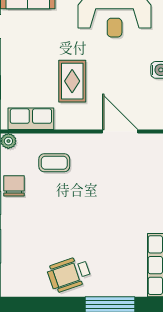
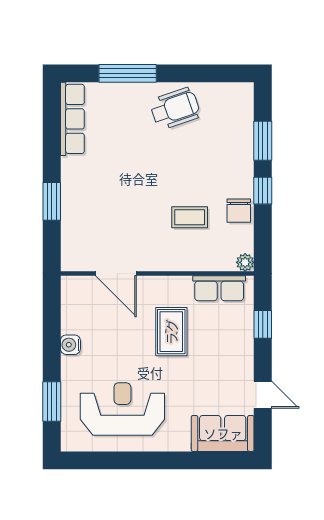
coffee table: (54, 163) -> (190, 217), moved

